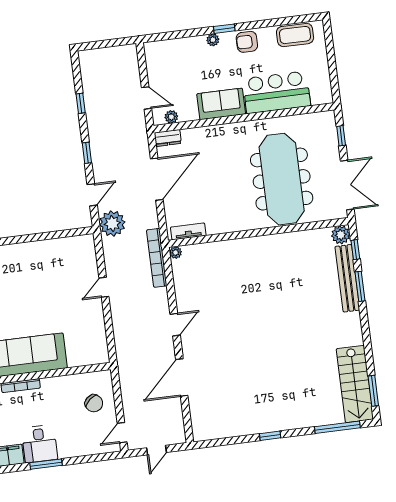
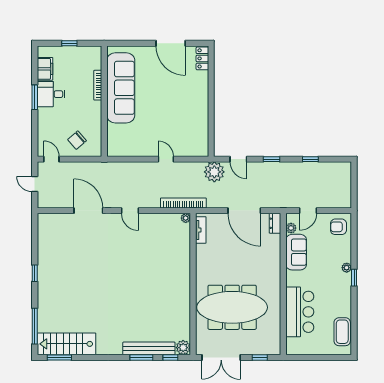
armchair: (247, 42) -> (338, 227), moved, turned -90
sofa: (221, 104) -> (296, 252), moved

